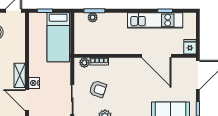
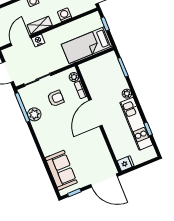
plant: (93, 17) -> (127, 94), moved
washing machine: (19, 47) -> (64, 15), added
door: (156, 56) -> (96, 113), moved
armchair: (98, 89) -> (56, 98), turned -109

